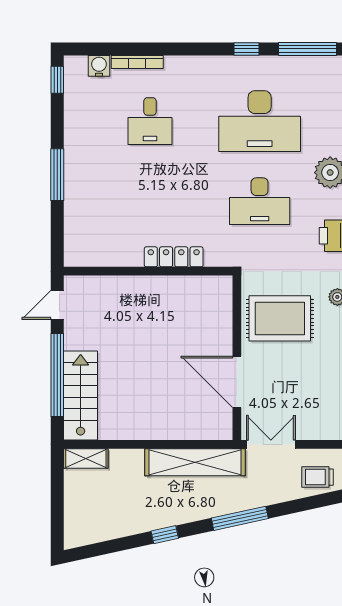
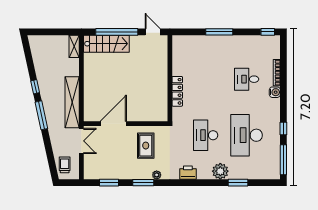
water cooler: (99, 66) -> (275, 92), moved
rug: (280, 318) -> (146, 146), width x0.73, depth x0.70
window: (240, 518) -> (41, 115), moved

